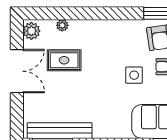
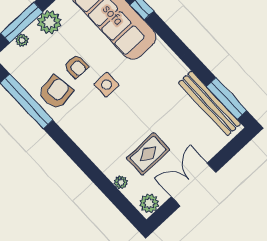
rug: (64, 60) -> (148, 154), turned 90

